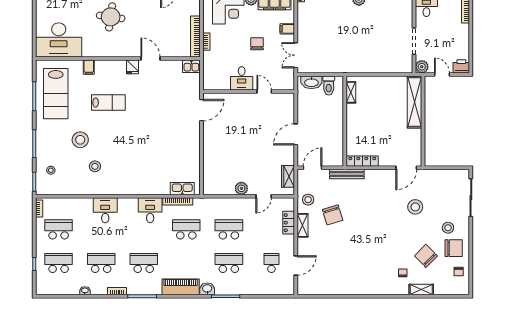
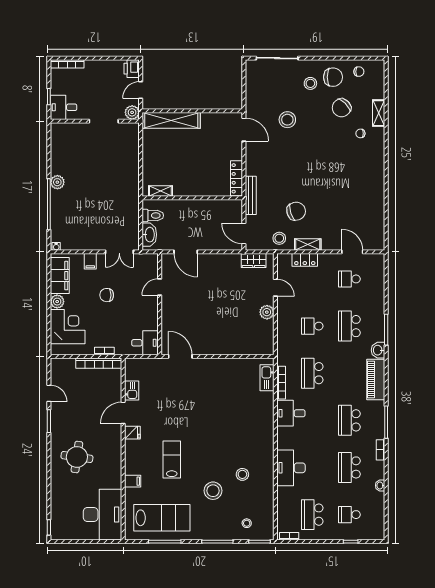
kitchen sink: (191, 66) -> (132, 391), moved
desk: (242, 78) -> (145, 343), moved
door: (296, 134) -> (186, 252), moved
desk: (105, 210) -> (291, 468), width x1.37
school desk: (229, 229) -> (312, 326), width x0.54
chair: (454, 248) -> (333, 77), turned 90
school desk: (59, 263) -> (349, 515), width x0.54

